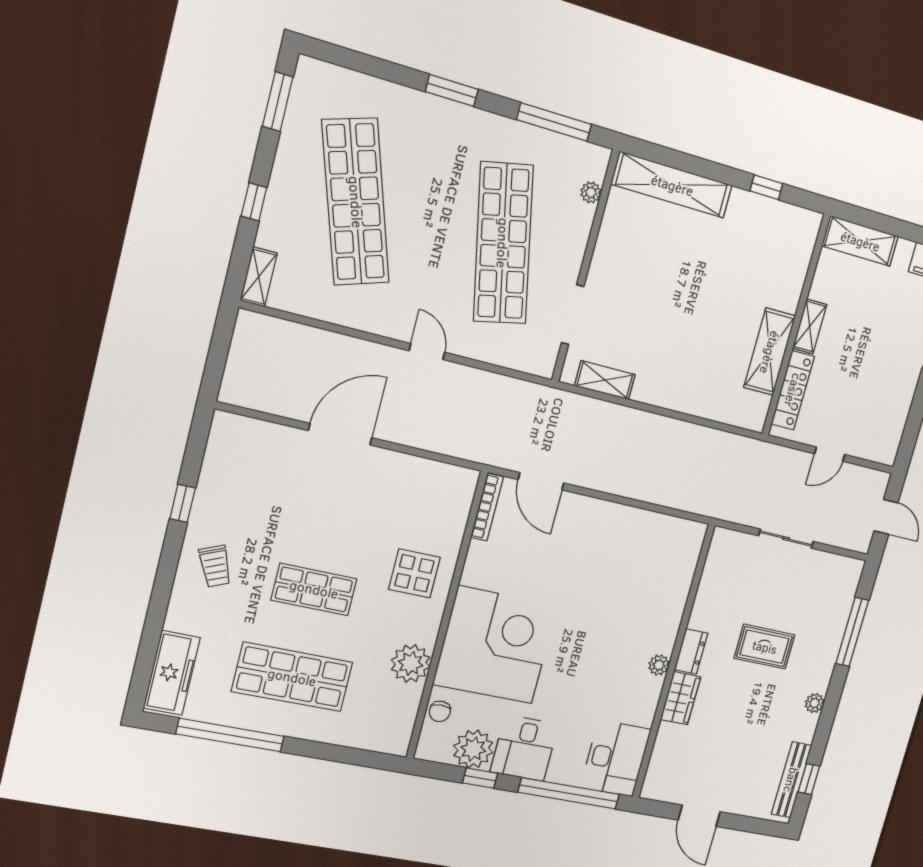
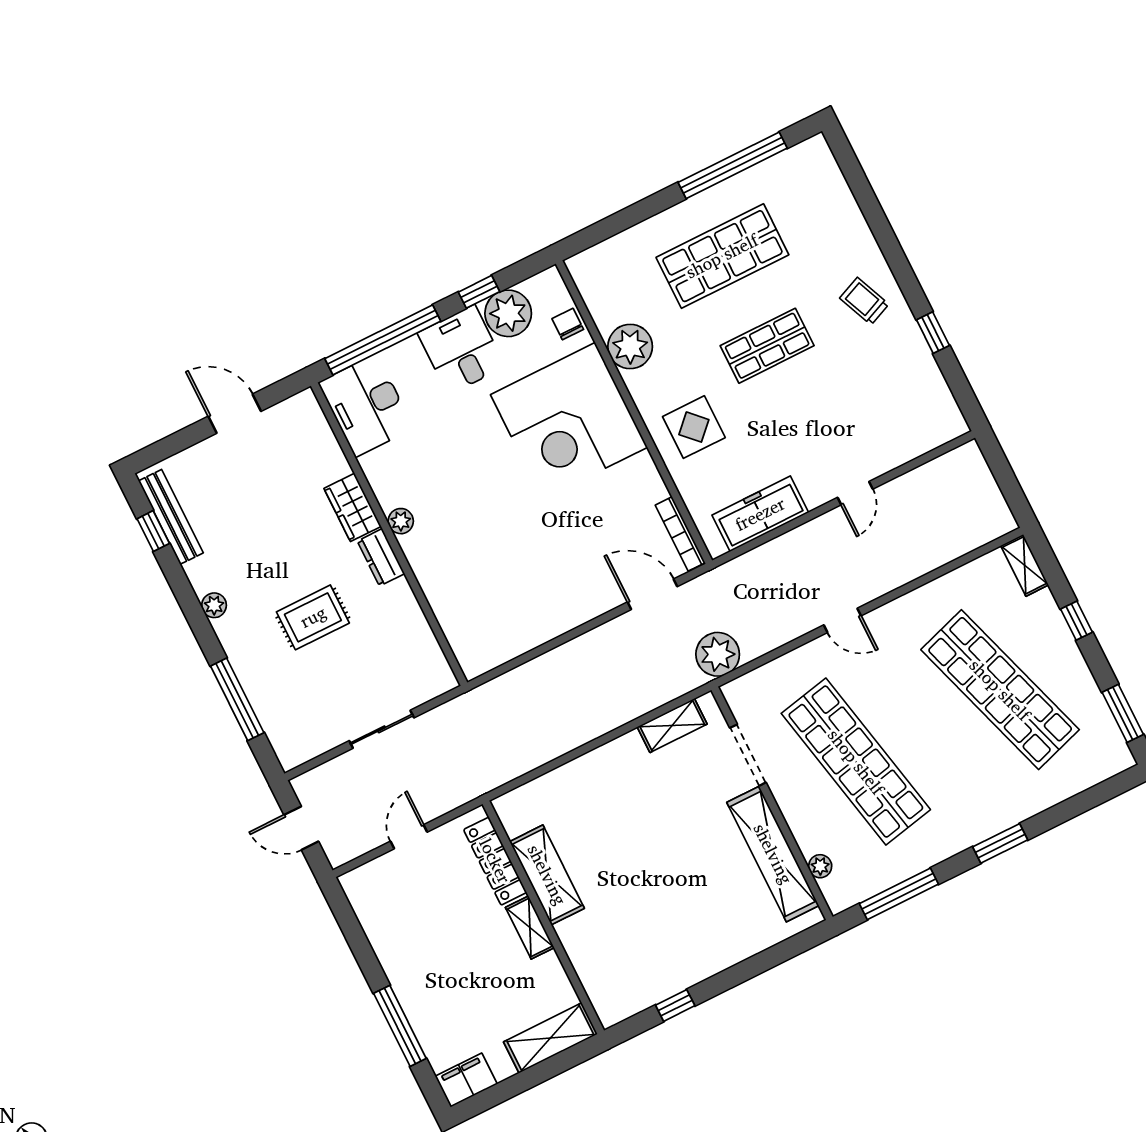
shelving: (672, 185) -> (773, 854), moved, turned 90
plant: (533, 402) -> (718, 654), added
door: (340, 434) -> (855, 493), width x0.53
freezer: (172, 673) -> (760, 514), moved, turned 90

